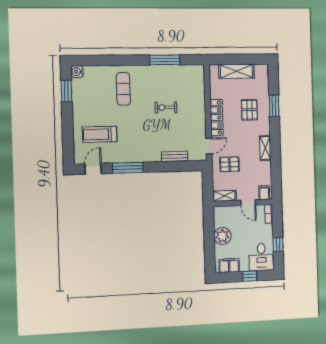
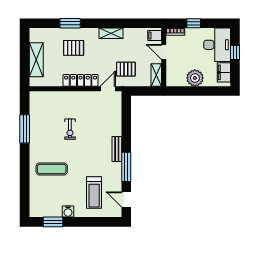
water cooler: (77, 72) -> (68, 212), moved
door: (209, 146) -> (108, 89), hinge flipped
bench: (175, 156) -> (117, 149), moved
pallet: (230, 164) -> (126, 69), turned 90
door: (248, 203) -> (164, 52), swing flipped
window: (278, 244) -> (194, 23), moved
desk: (261, 257) -> (217, 45), width x1.37

